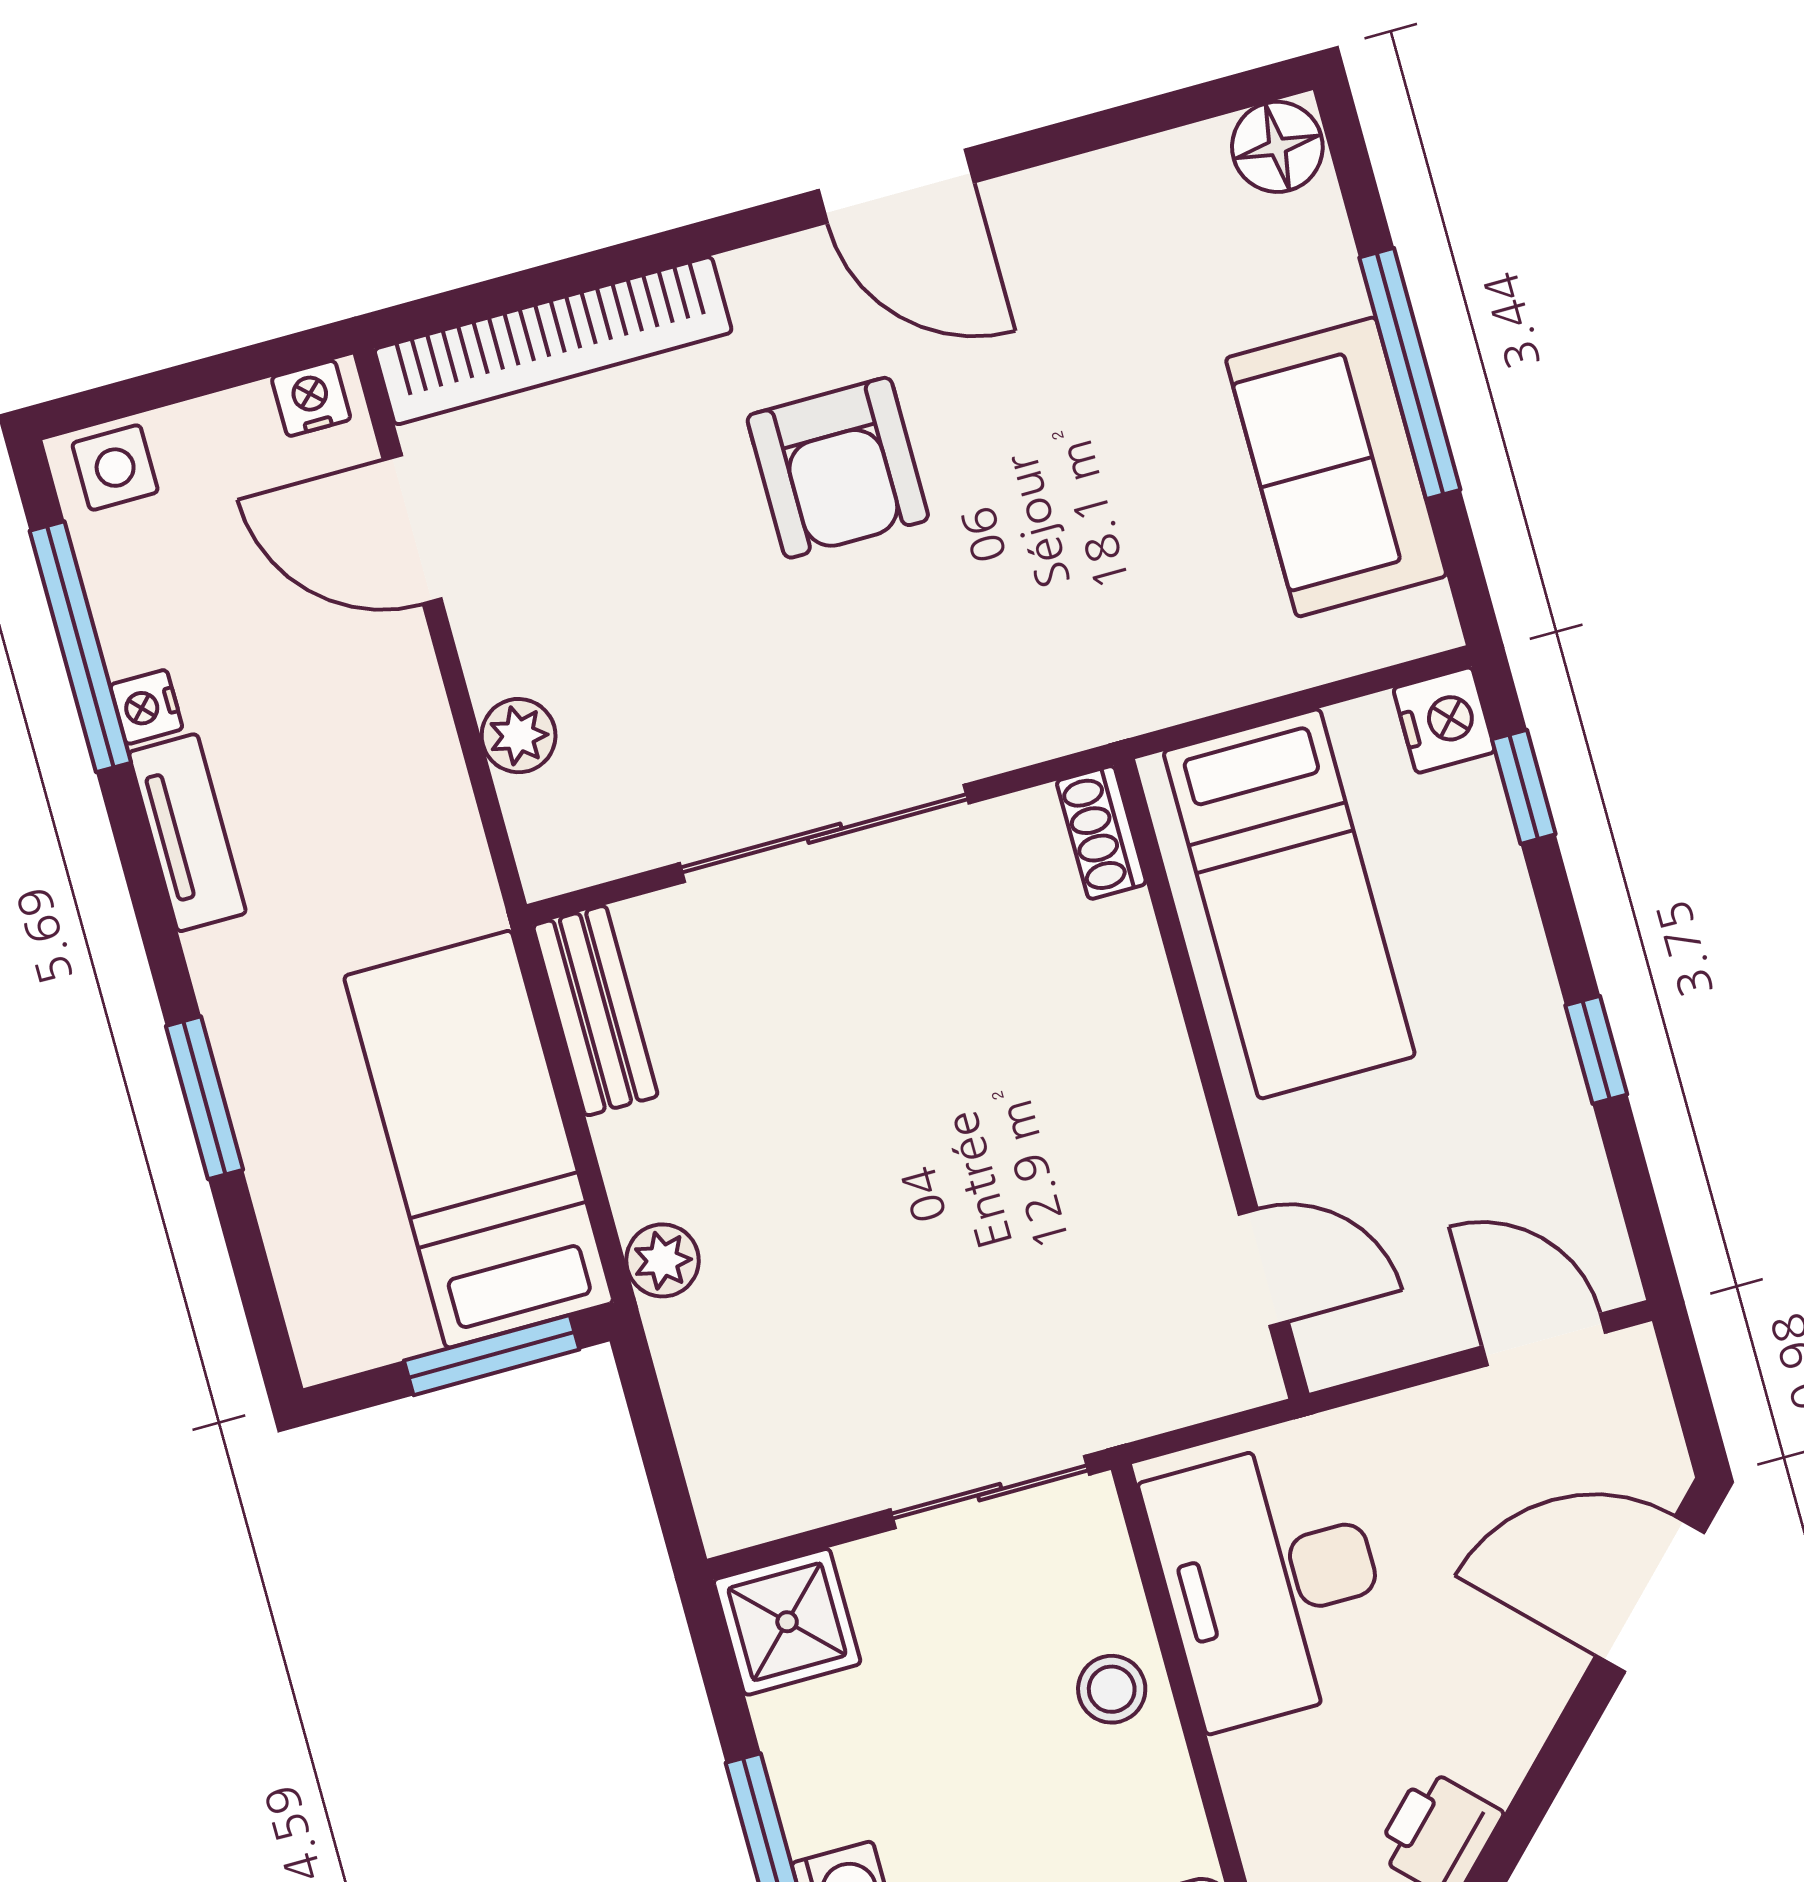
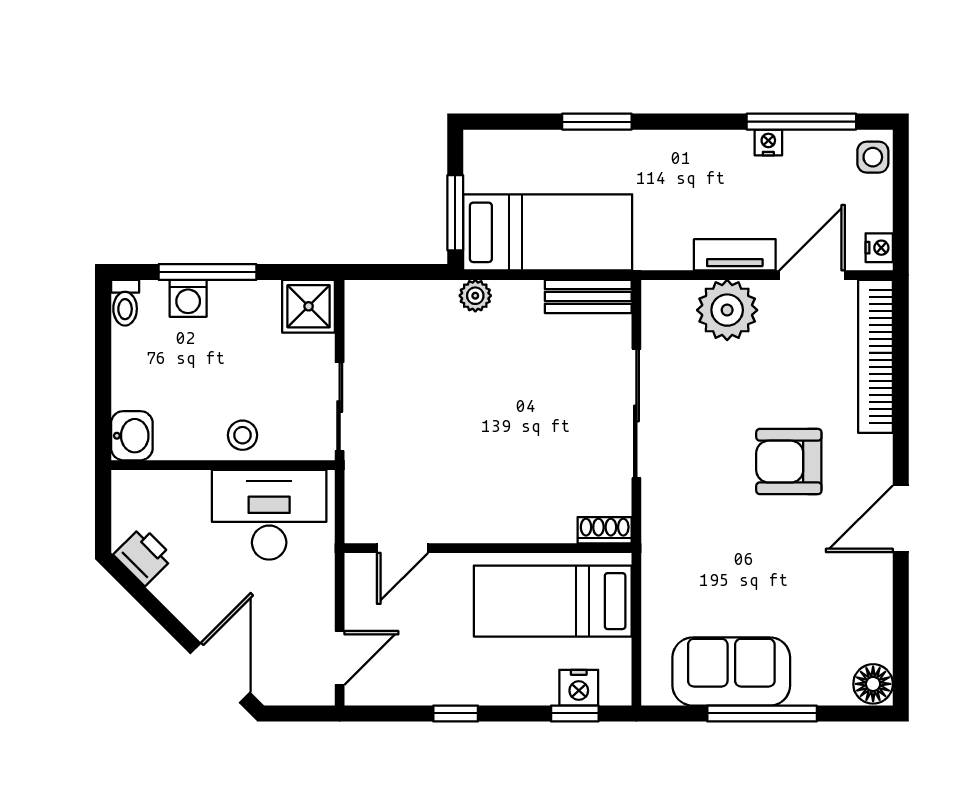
nightstand: (1444, 720) -> (579, 688), moved
plant: (519, 736) -> (727, 310), width x1.88, depth x1.88
tv unit: (187, 833) -> (735, 255), moved, turned 180

